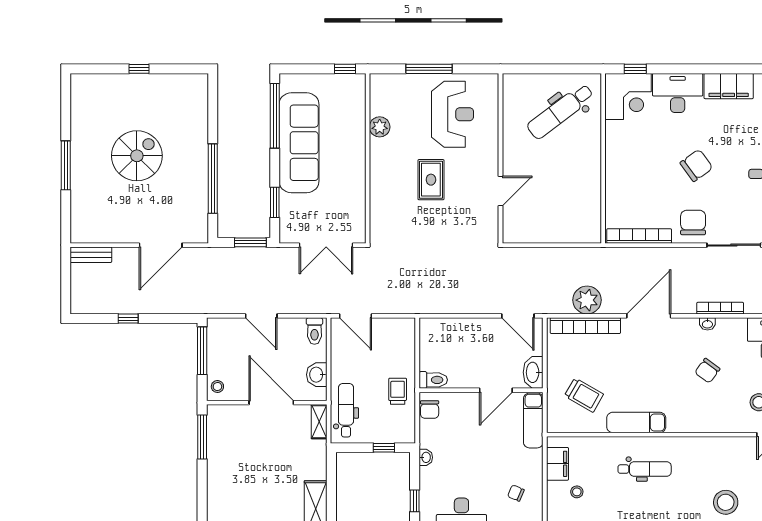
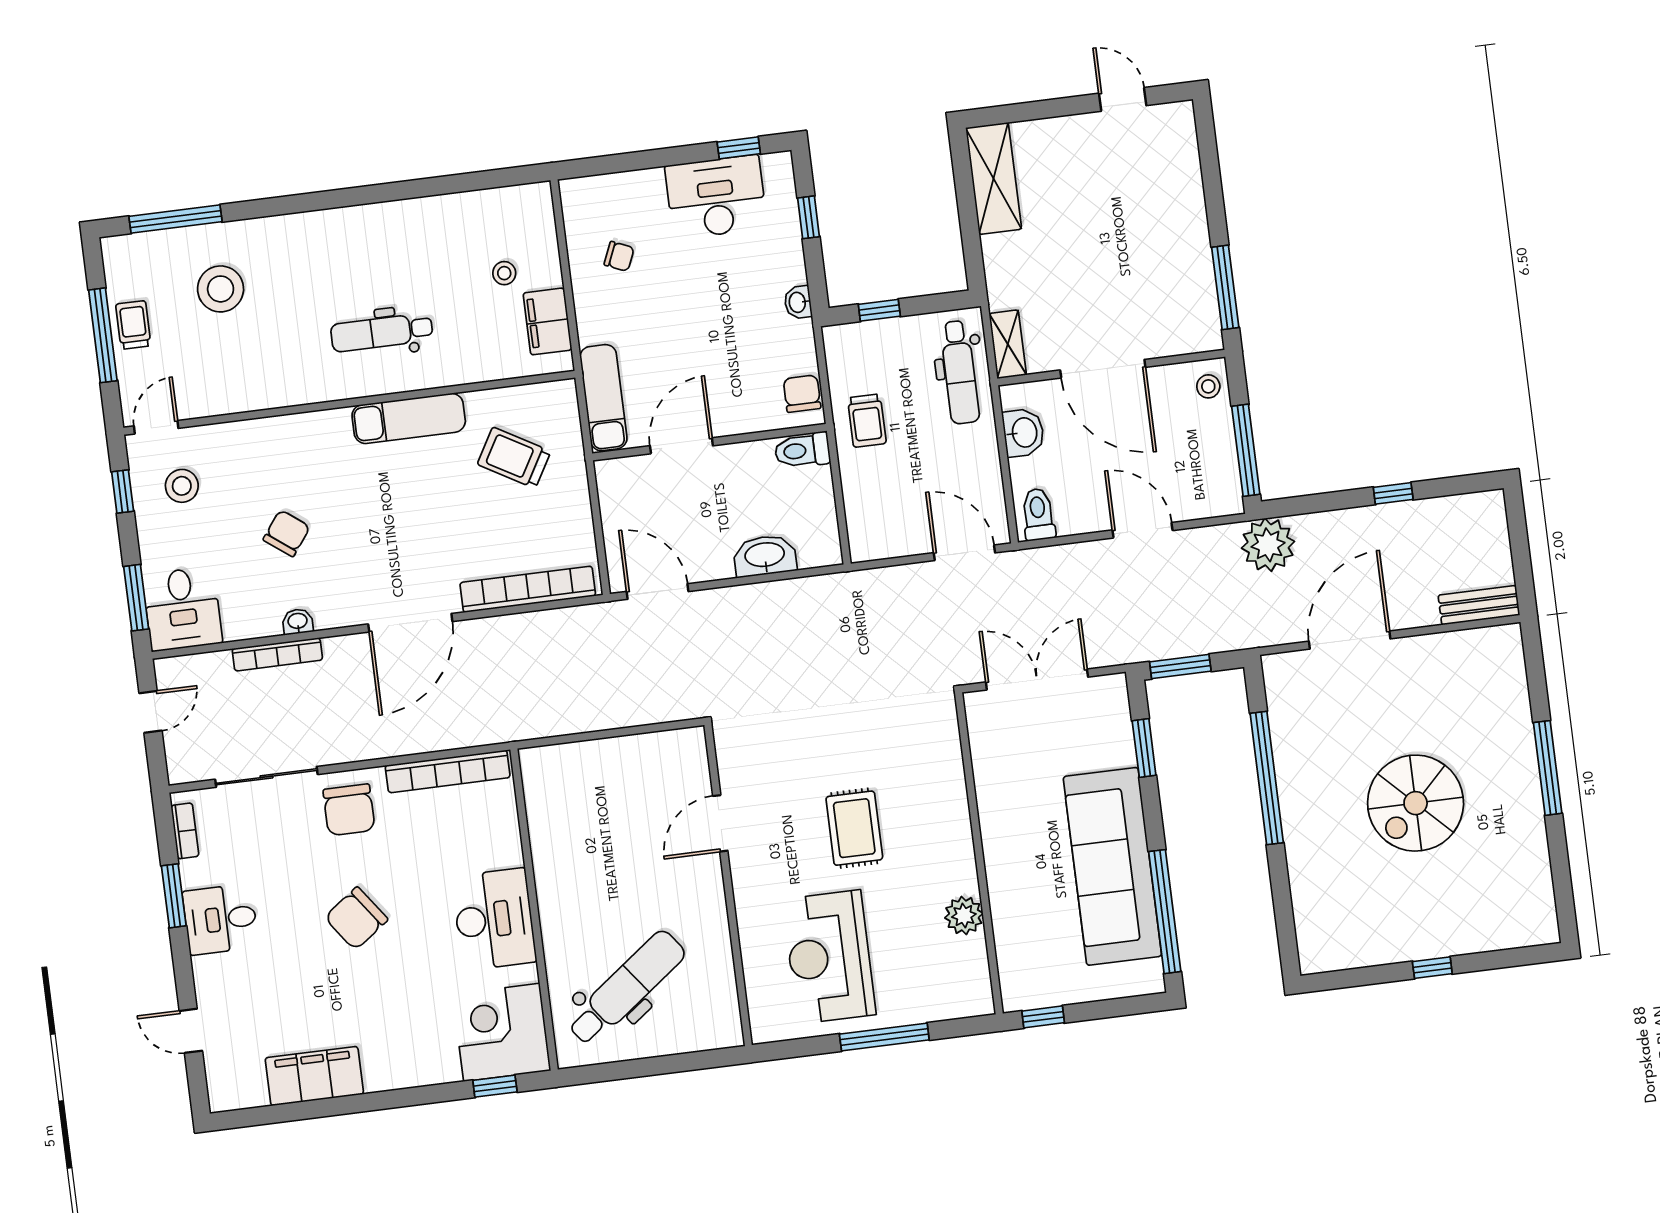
desk: (678, 93) -> (494, 919), moved, turned -90
plant: (587, 300) -> (1268, 545), moved
washbasin: (533, 372) -> (765, 556), moved, turned -90

